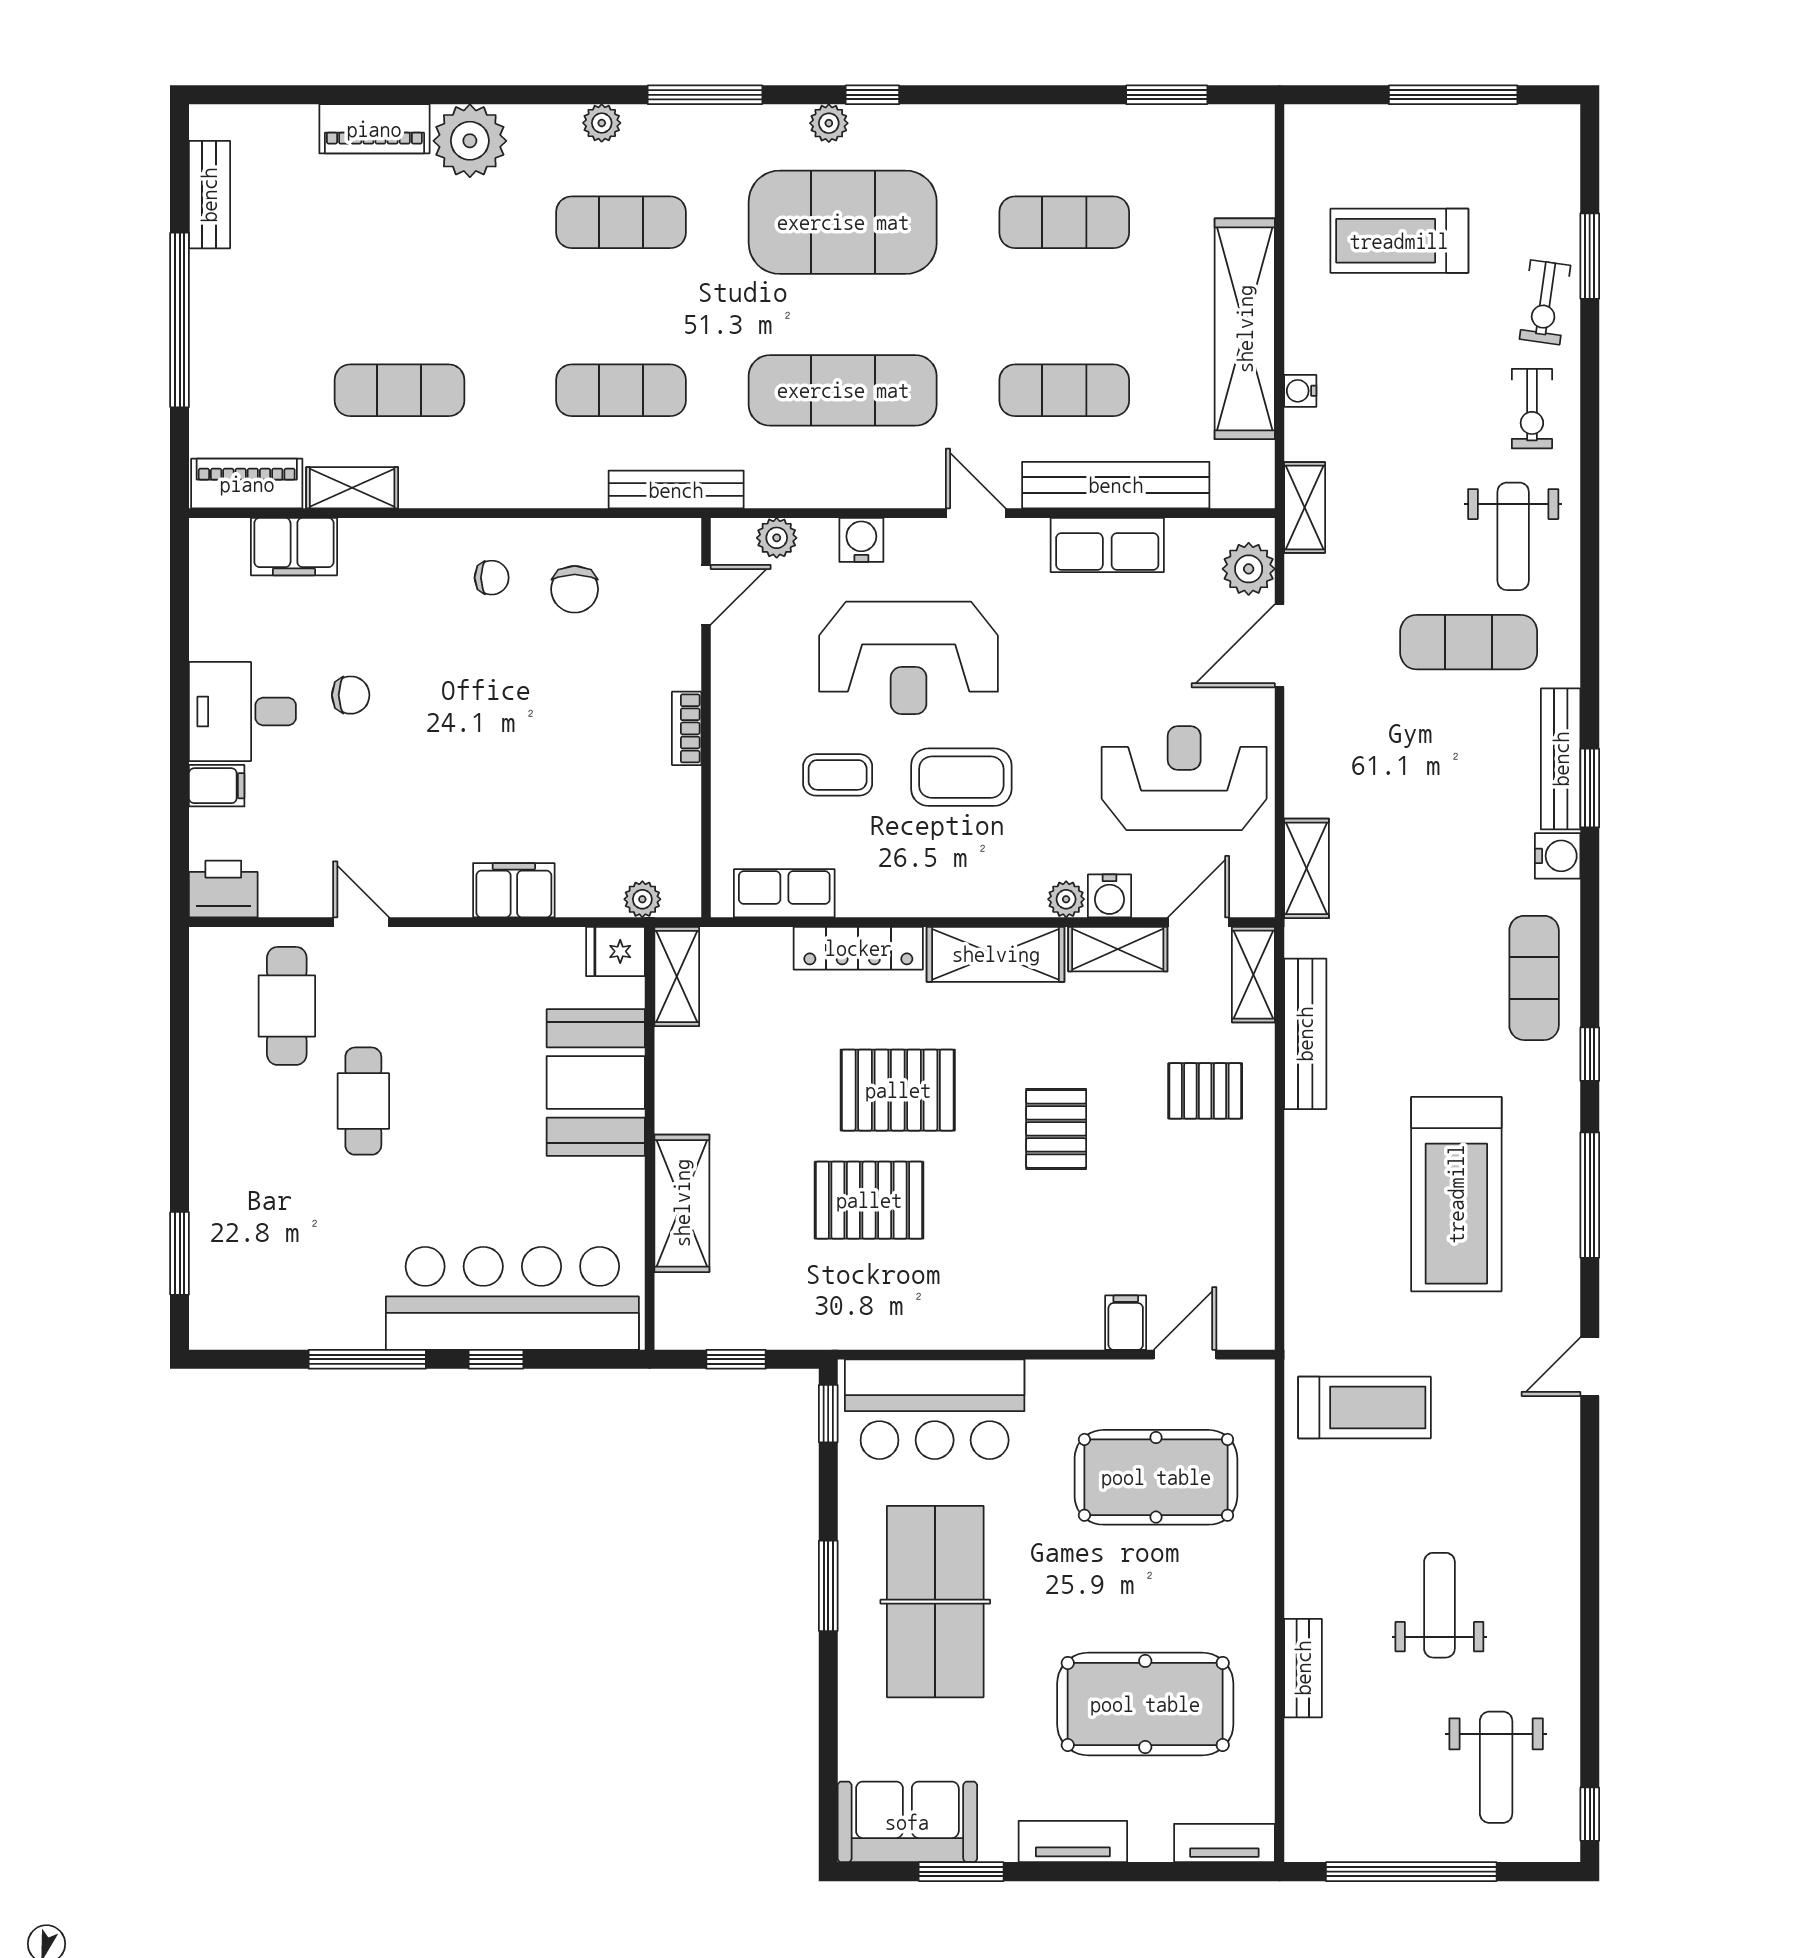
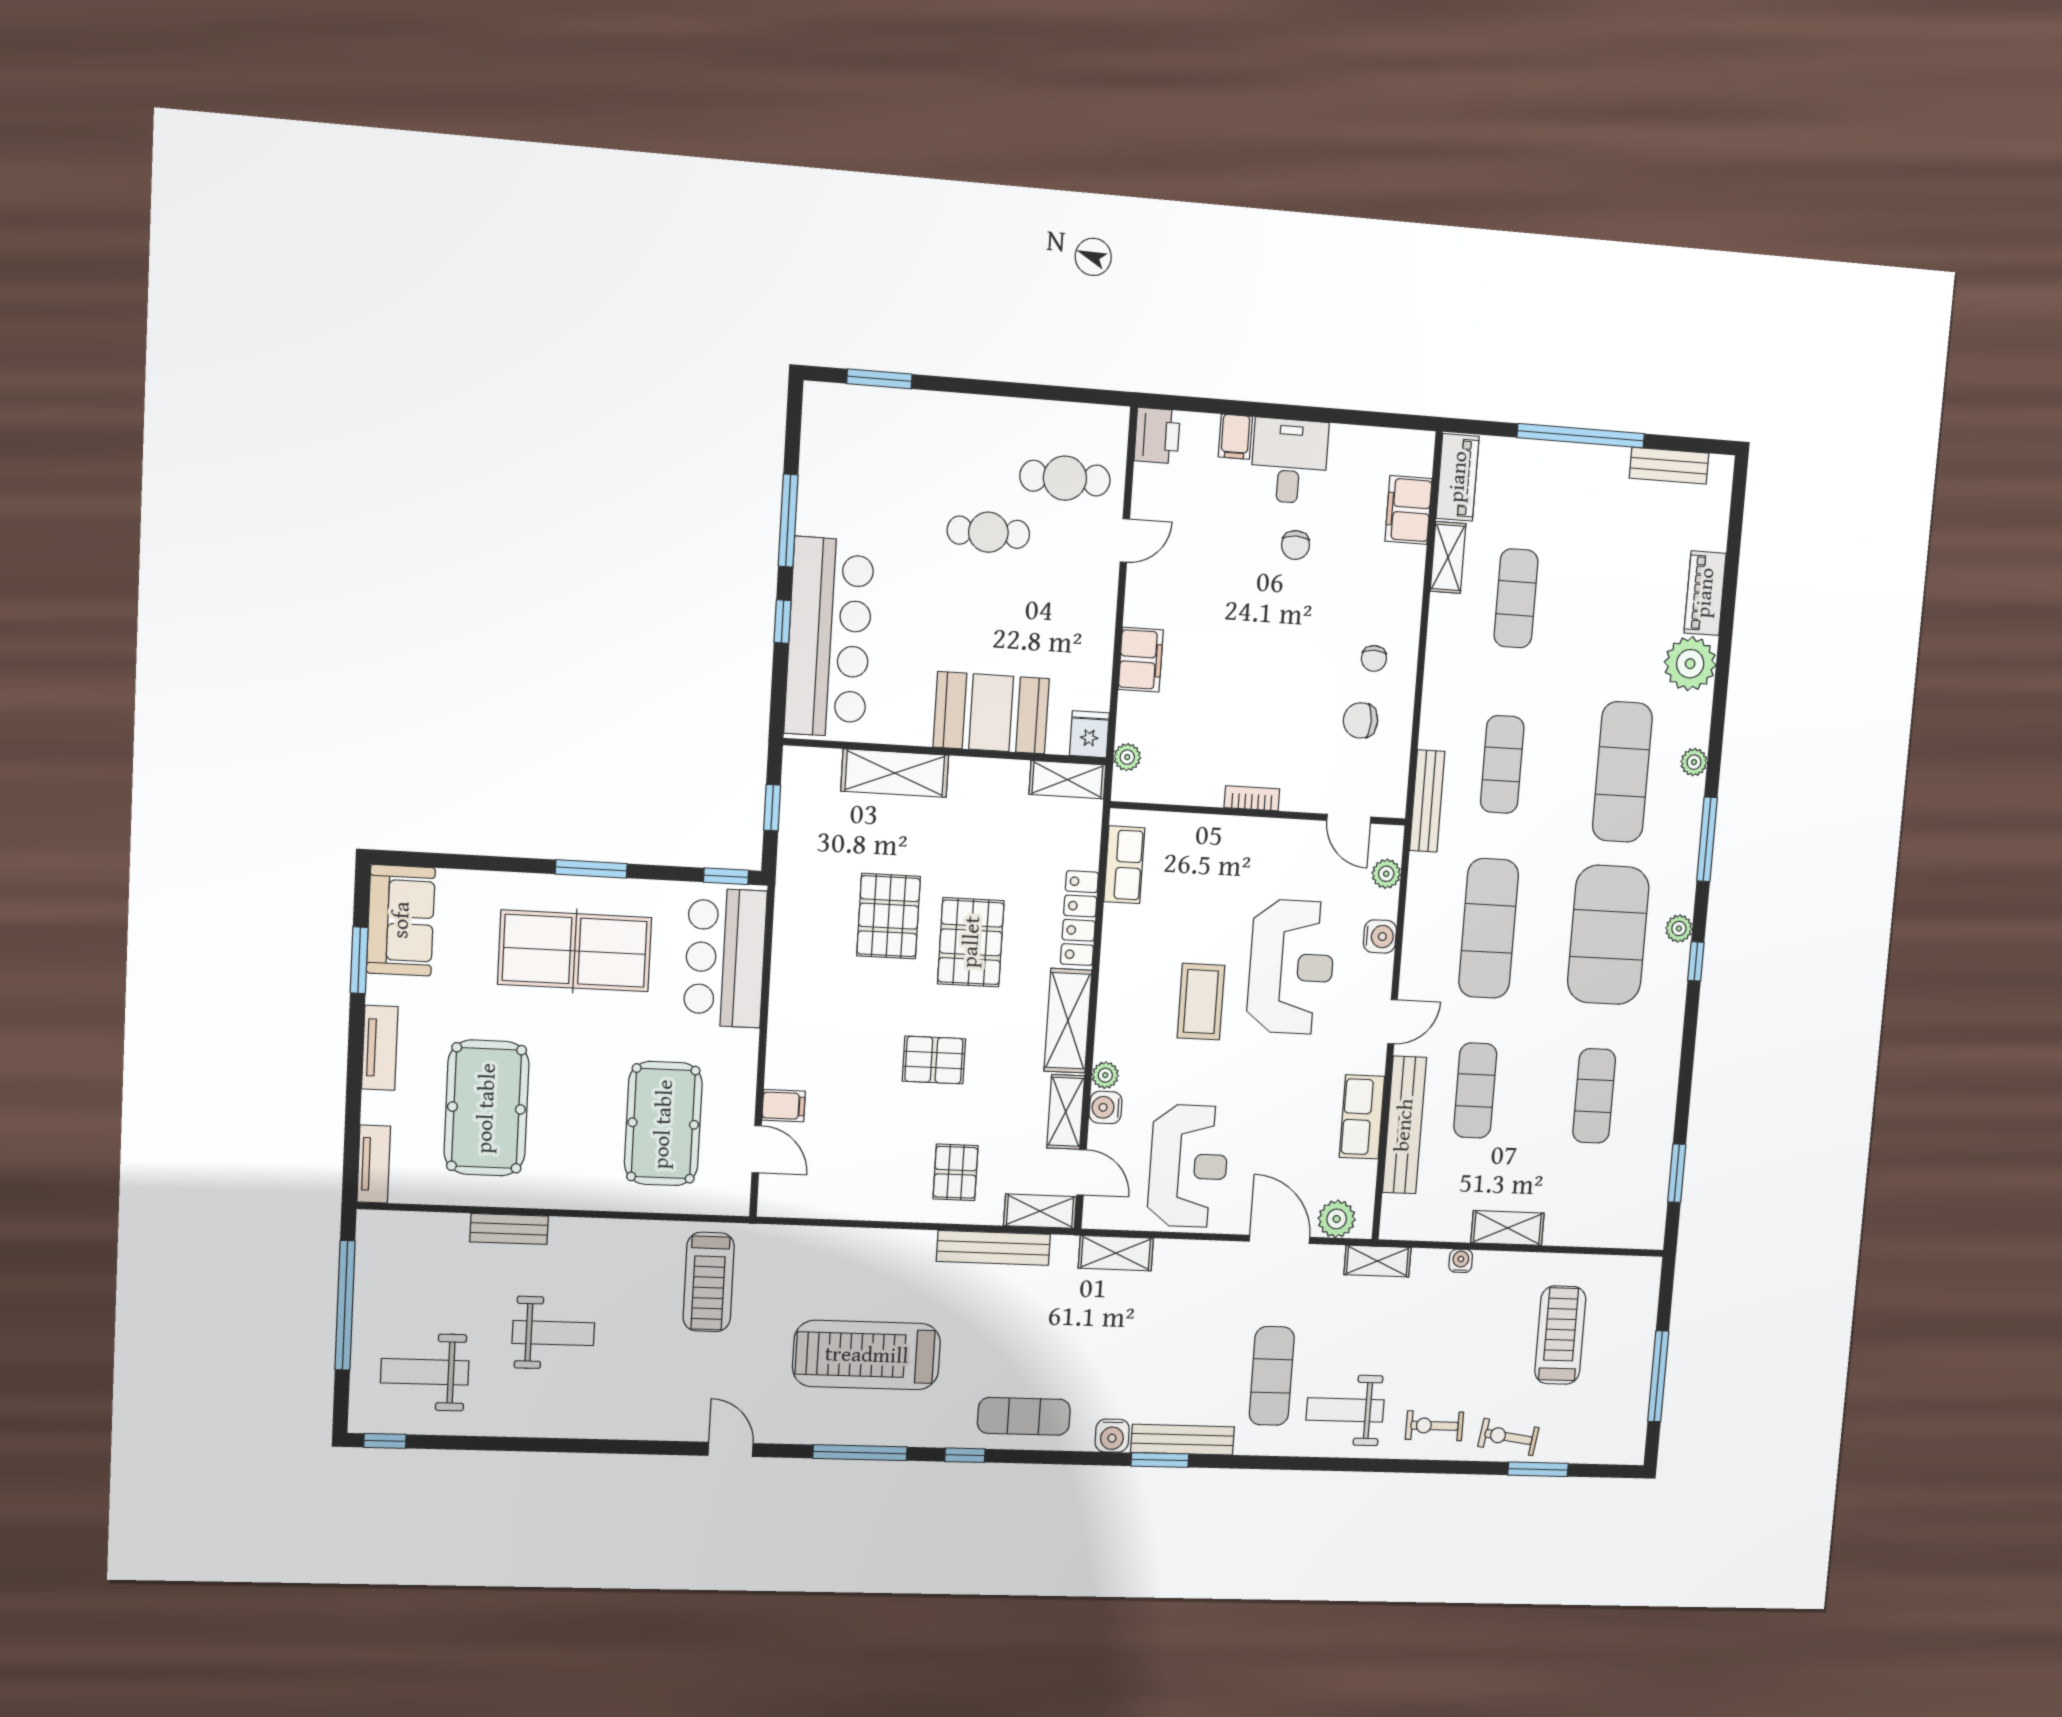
exercise mat: (621, 222) -> (1622, 772), width x1.36, depth x1.45
shelving: (1245, 329) -> (1507, 1228), width x0.45, depth x0.75
reception desk: (909, 658) -> (1291, 967), turned 180
coffee table: (838, 775) -> (1209, 910), removed

